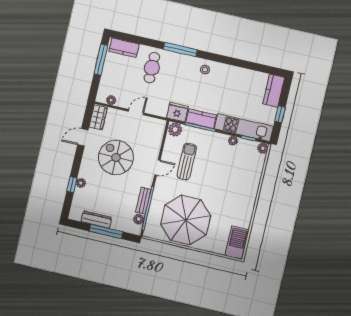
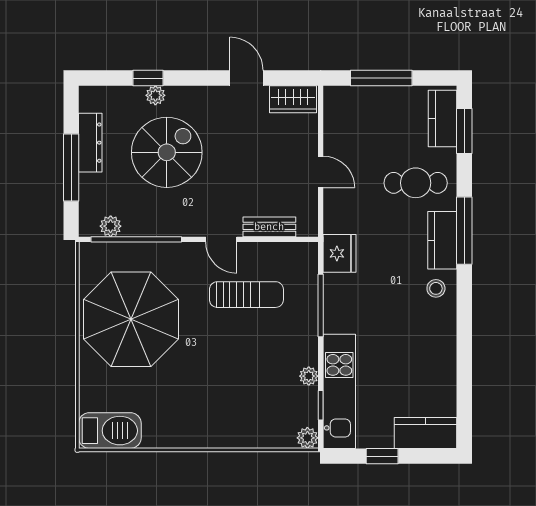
window: (132, 39) -> (464, 131), added
window: (101, 60) -> (381, 78), moved
plant: (111, 100) -> (333, 117), removed
kitchen counter: (201, 119) -> (442, 240), moved, turned 180
plant: (175, 130) -> (304, 257), removed
spiral stairs: (116, 157) -> (167, 152), moved
bench: (143, 201) -> (269, 227), moved

